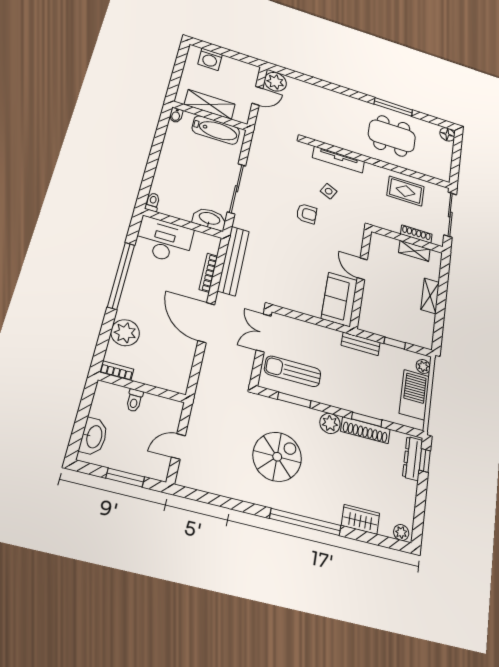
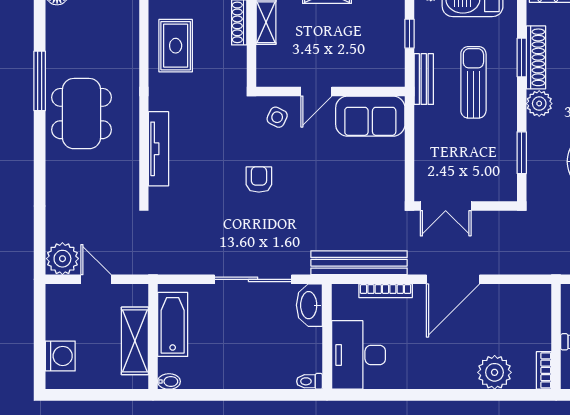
dining table: (392, 136) -> (81, 114), moved
side table: (329, 191) -> (277, 117), moved
window: (121, 276) -> (423, 395), removed
sun lounger: (293, 371) -> (473, 82), moved, turned 180

